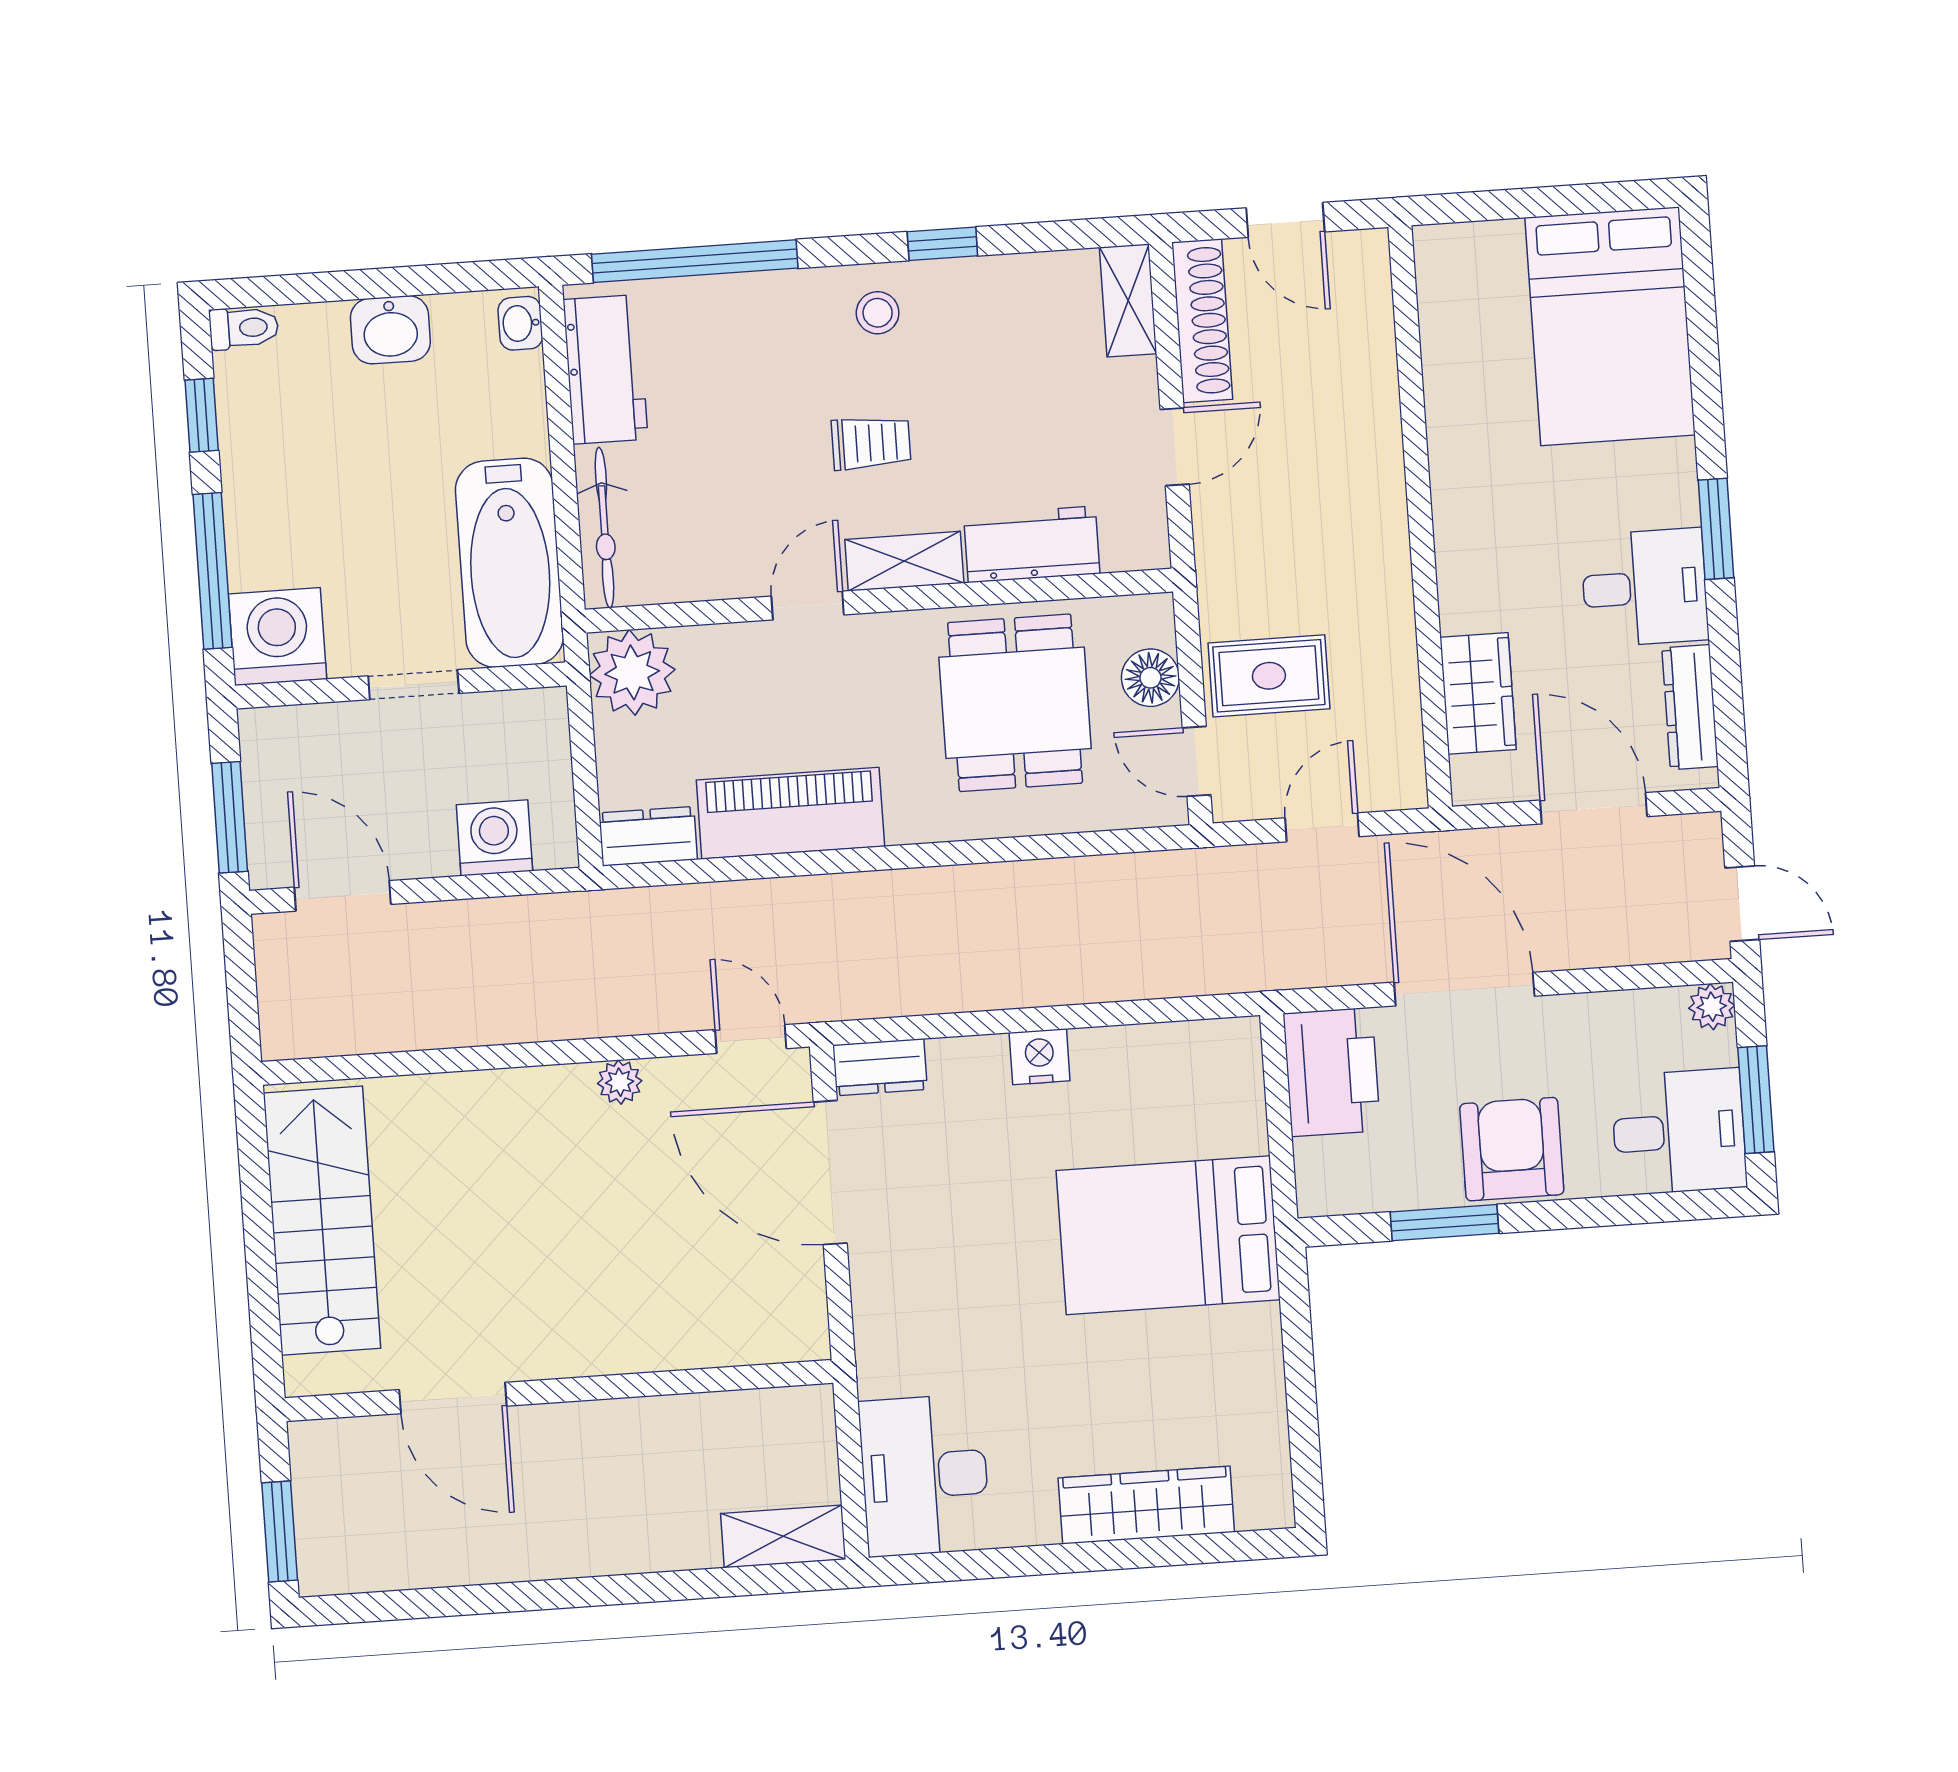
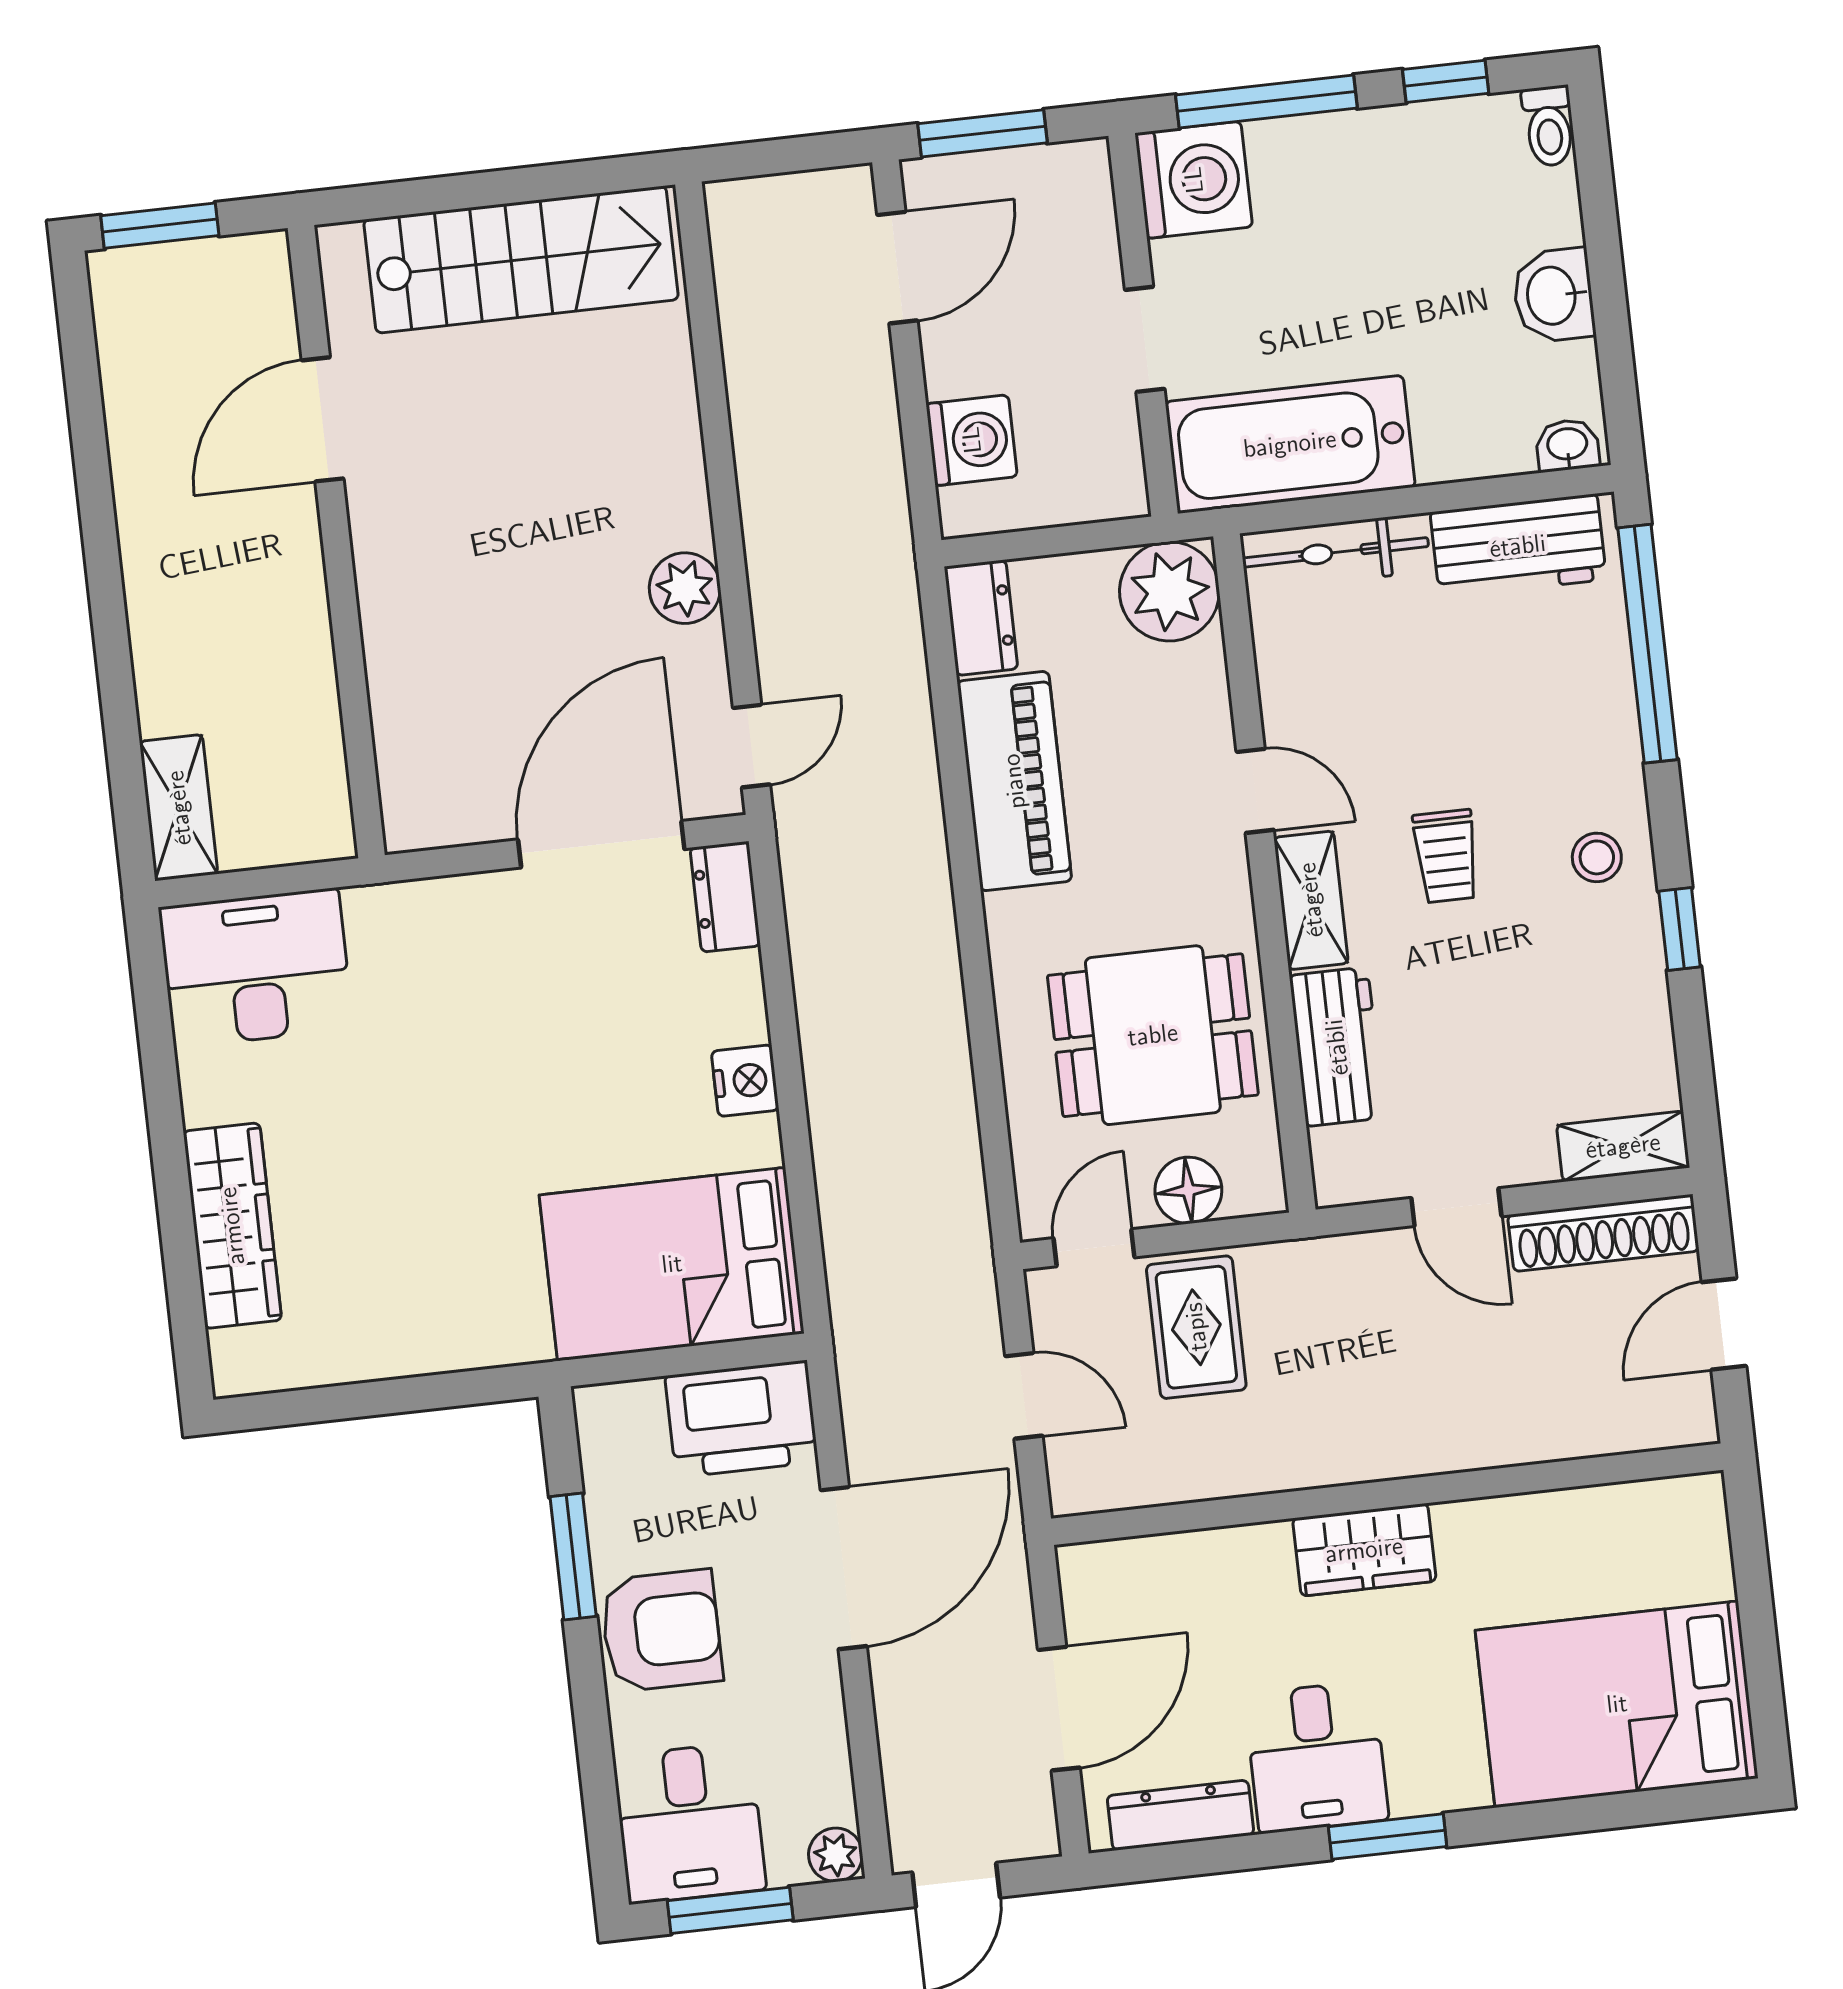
wardrobe: (1478, 693) -> (1364, 1550), moved
plant: (620, 1082) -> (685, 588), width x1.38, depth x1.38
bed: (1168, 1235) -> (672, 1264), moved, turned -90

